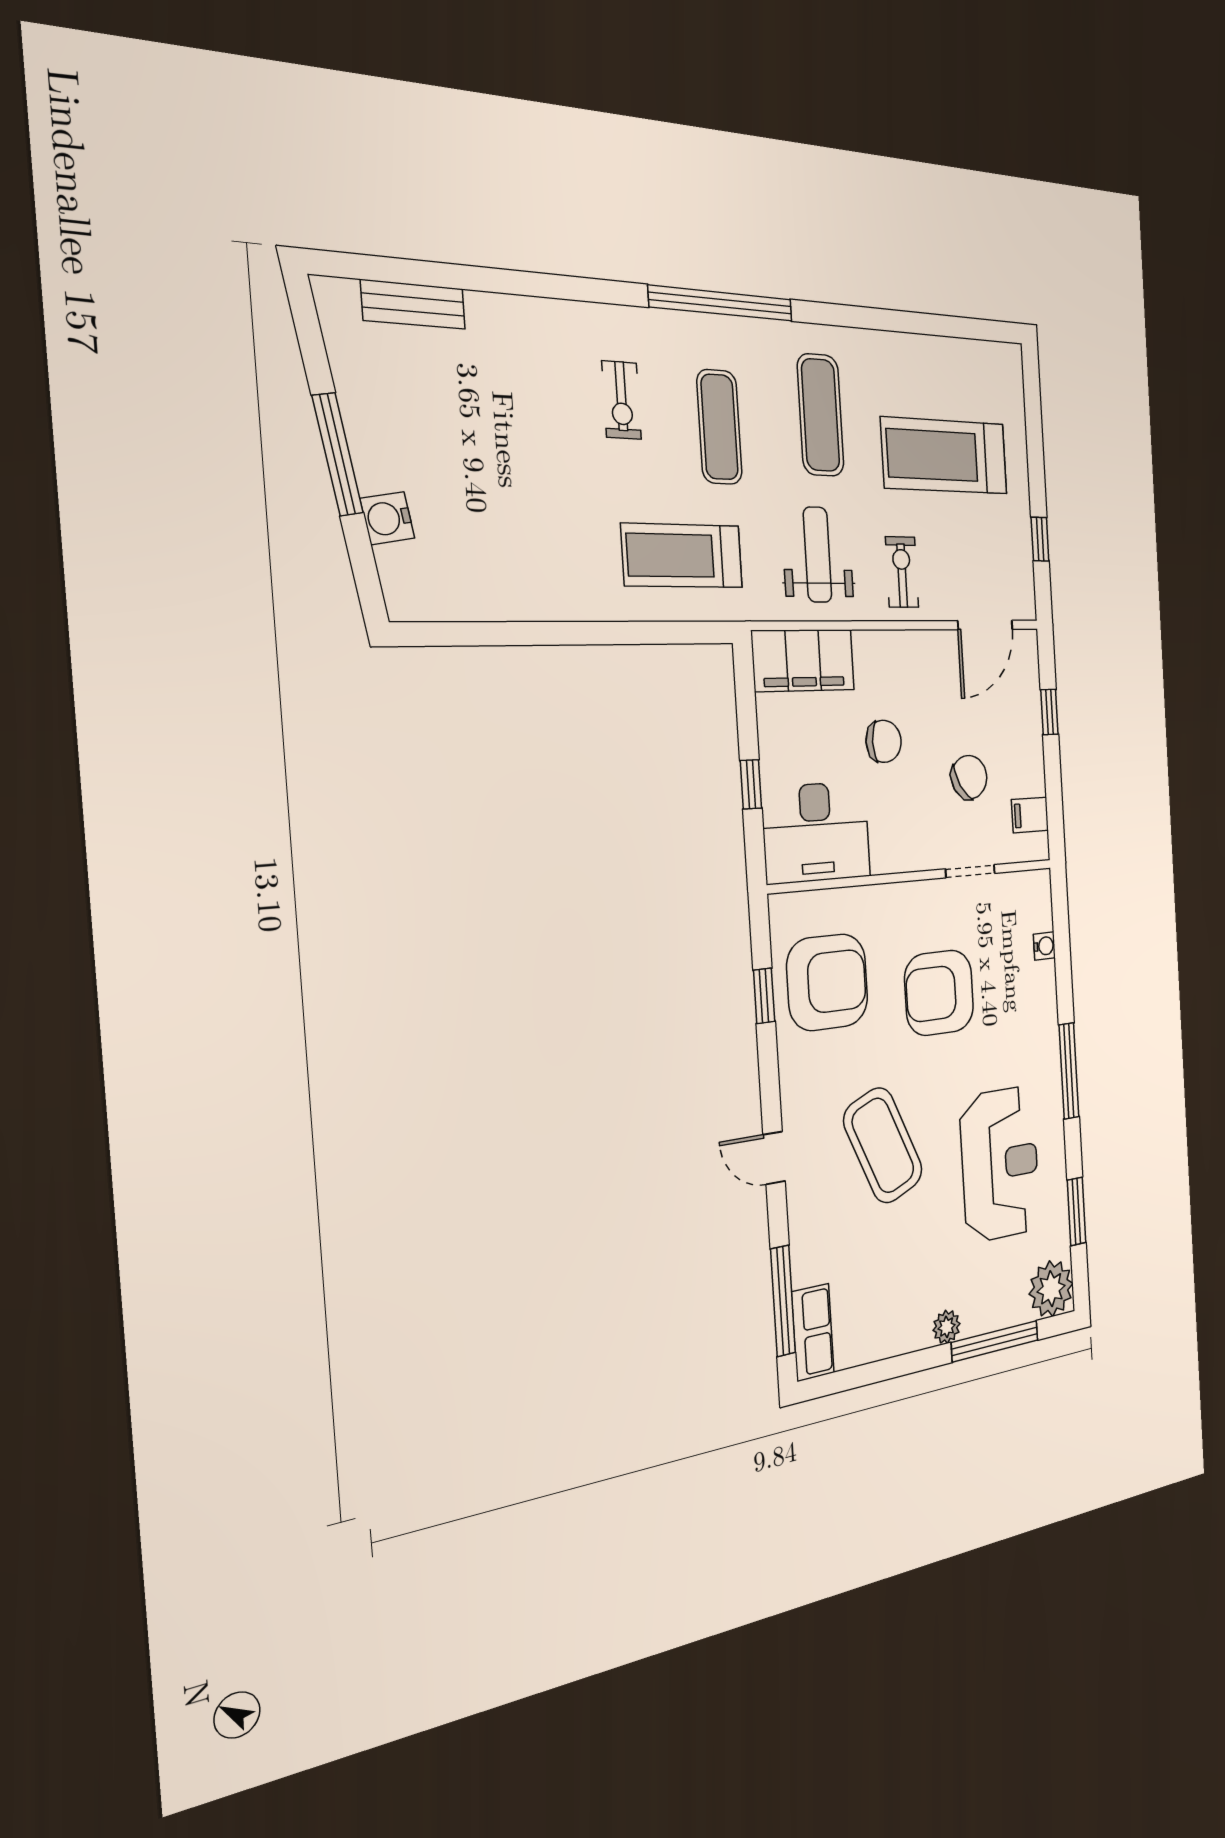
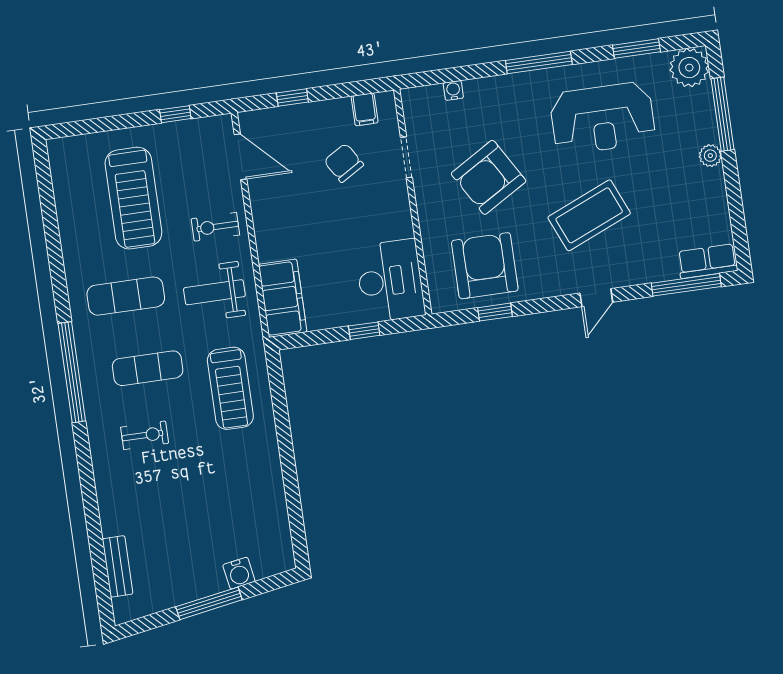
chair: (884, 741) -> (327, 233), removed
armchair: (939, 993) -> (489, 177), turned 59
reception desk: (1000, 1164) -> (603, 118), turned 180

